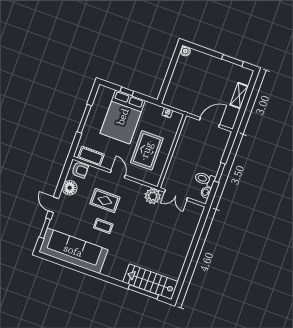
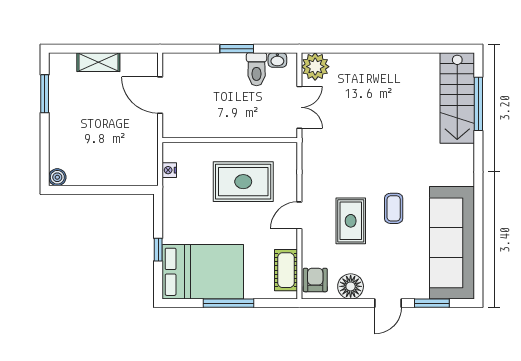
bed: (123, 117) -> (203, 272), moved
plant: (153, 196) -> (315, 67), moved

